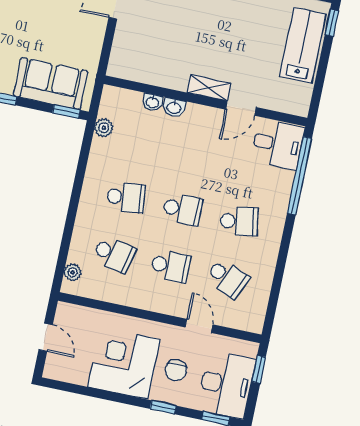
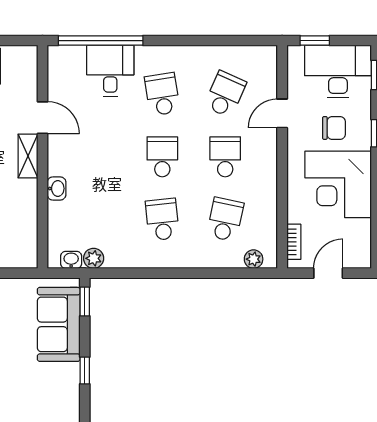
washbasin: (152, 102) -> (71, 260), moved, turned -90
desk: (278, 144) -> (110, 71), moved
bookcase: (80, 312) -> (294, 242), added

